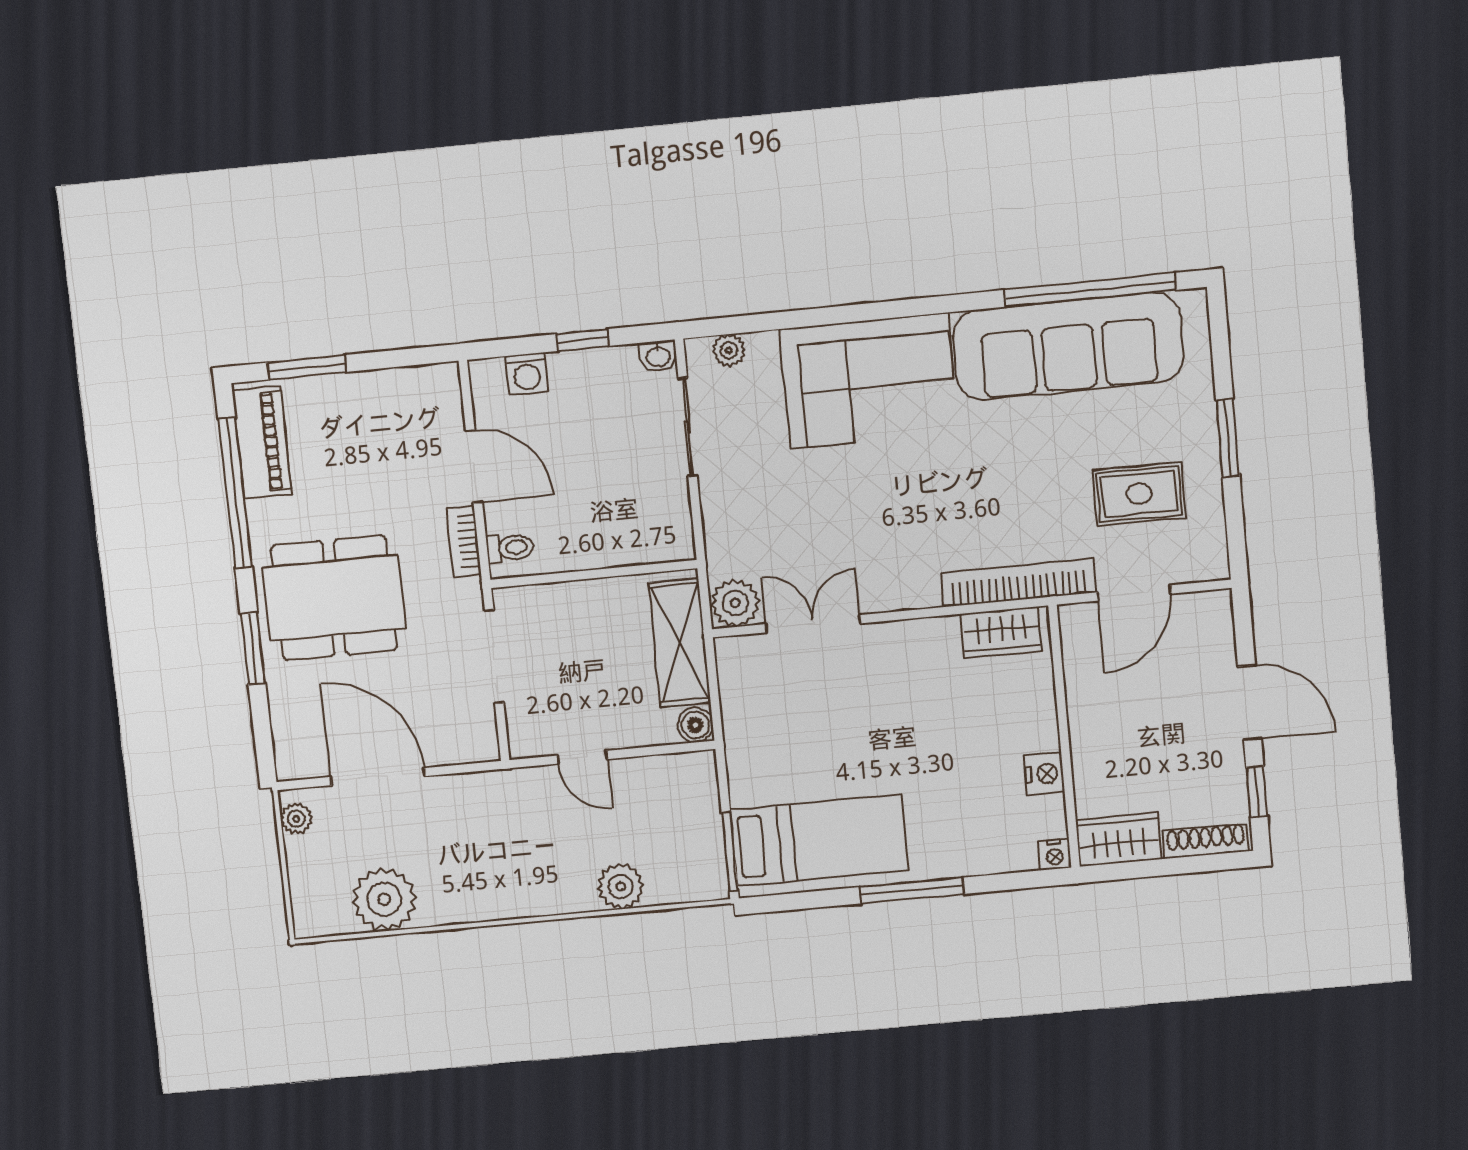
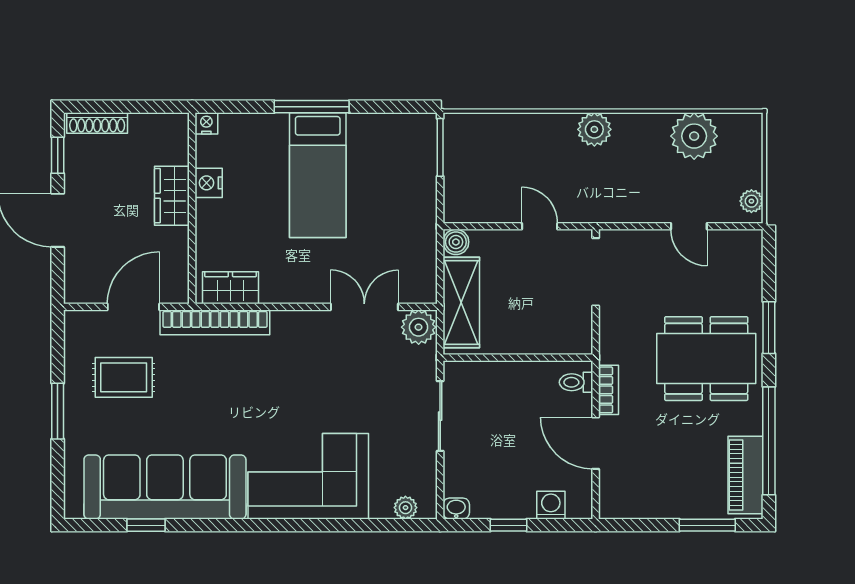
window: (1090, 290) -> (146, 525), width x0.32
sliding door: (688, 427) -> (440, 416), moved
double door: (813, 624) -> (364, 307), swing flipped
doorway: (494, 656) -> (596, 272), moved
door: (378, 777) -> (689, 226), width x0.53
bed: (819, 840) -> (318, 175), moved, turned -90
wardrobe: (1119, 840) -> (172, 196), moved, turned 90
plant: (621, 886) -> (594, 129), moved

